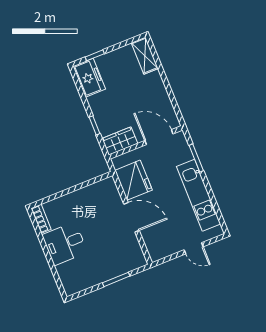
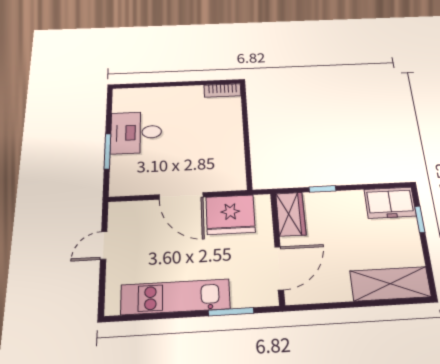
shelving: (145, 56) -> (390, 284), width x1.50, depth x1.33
door: (131, 217) -> (181, 196), hinge flipped
desk: (65, 244) -> (136, 132), moved, turned -90
door: (194, 248) -> (104, 245), moved

